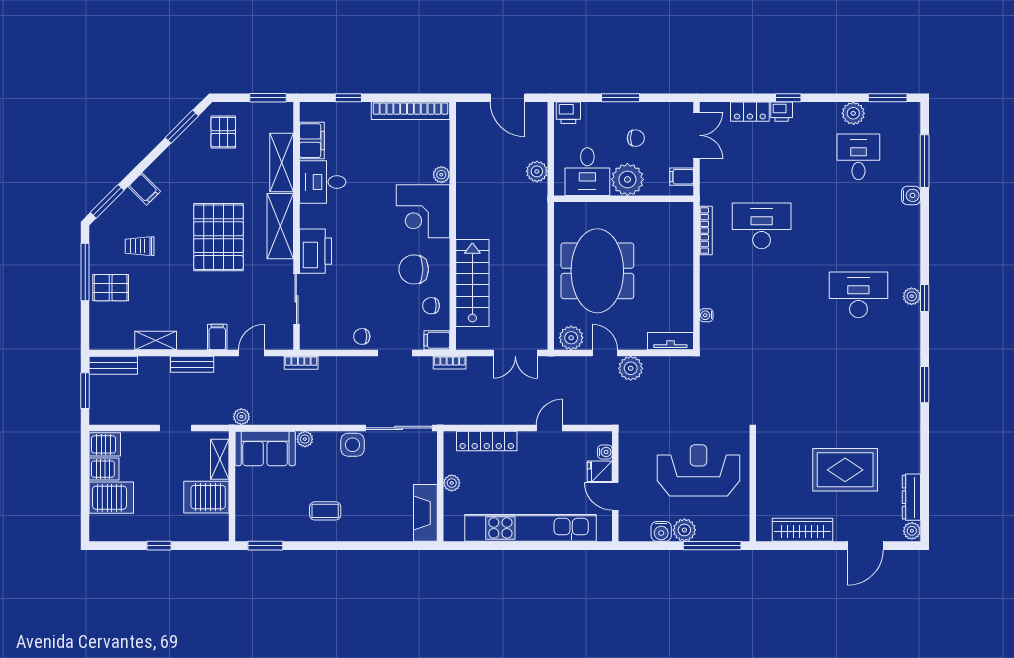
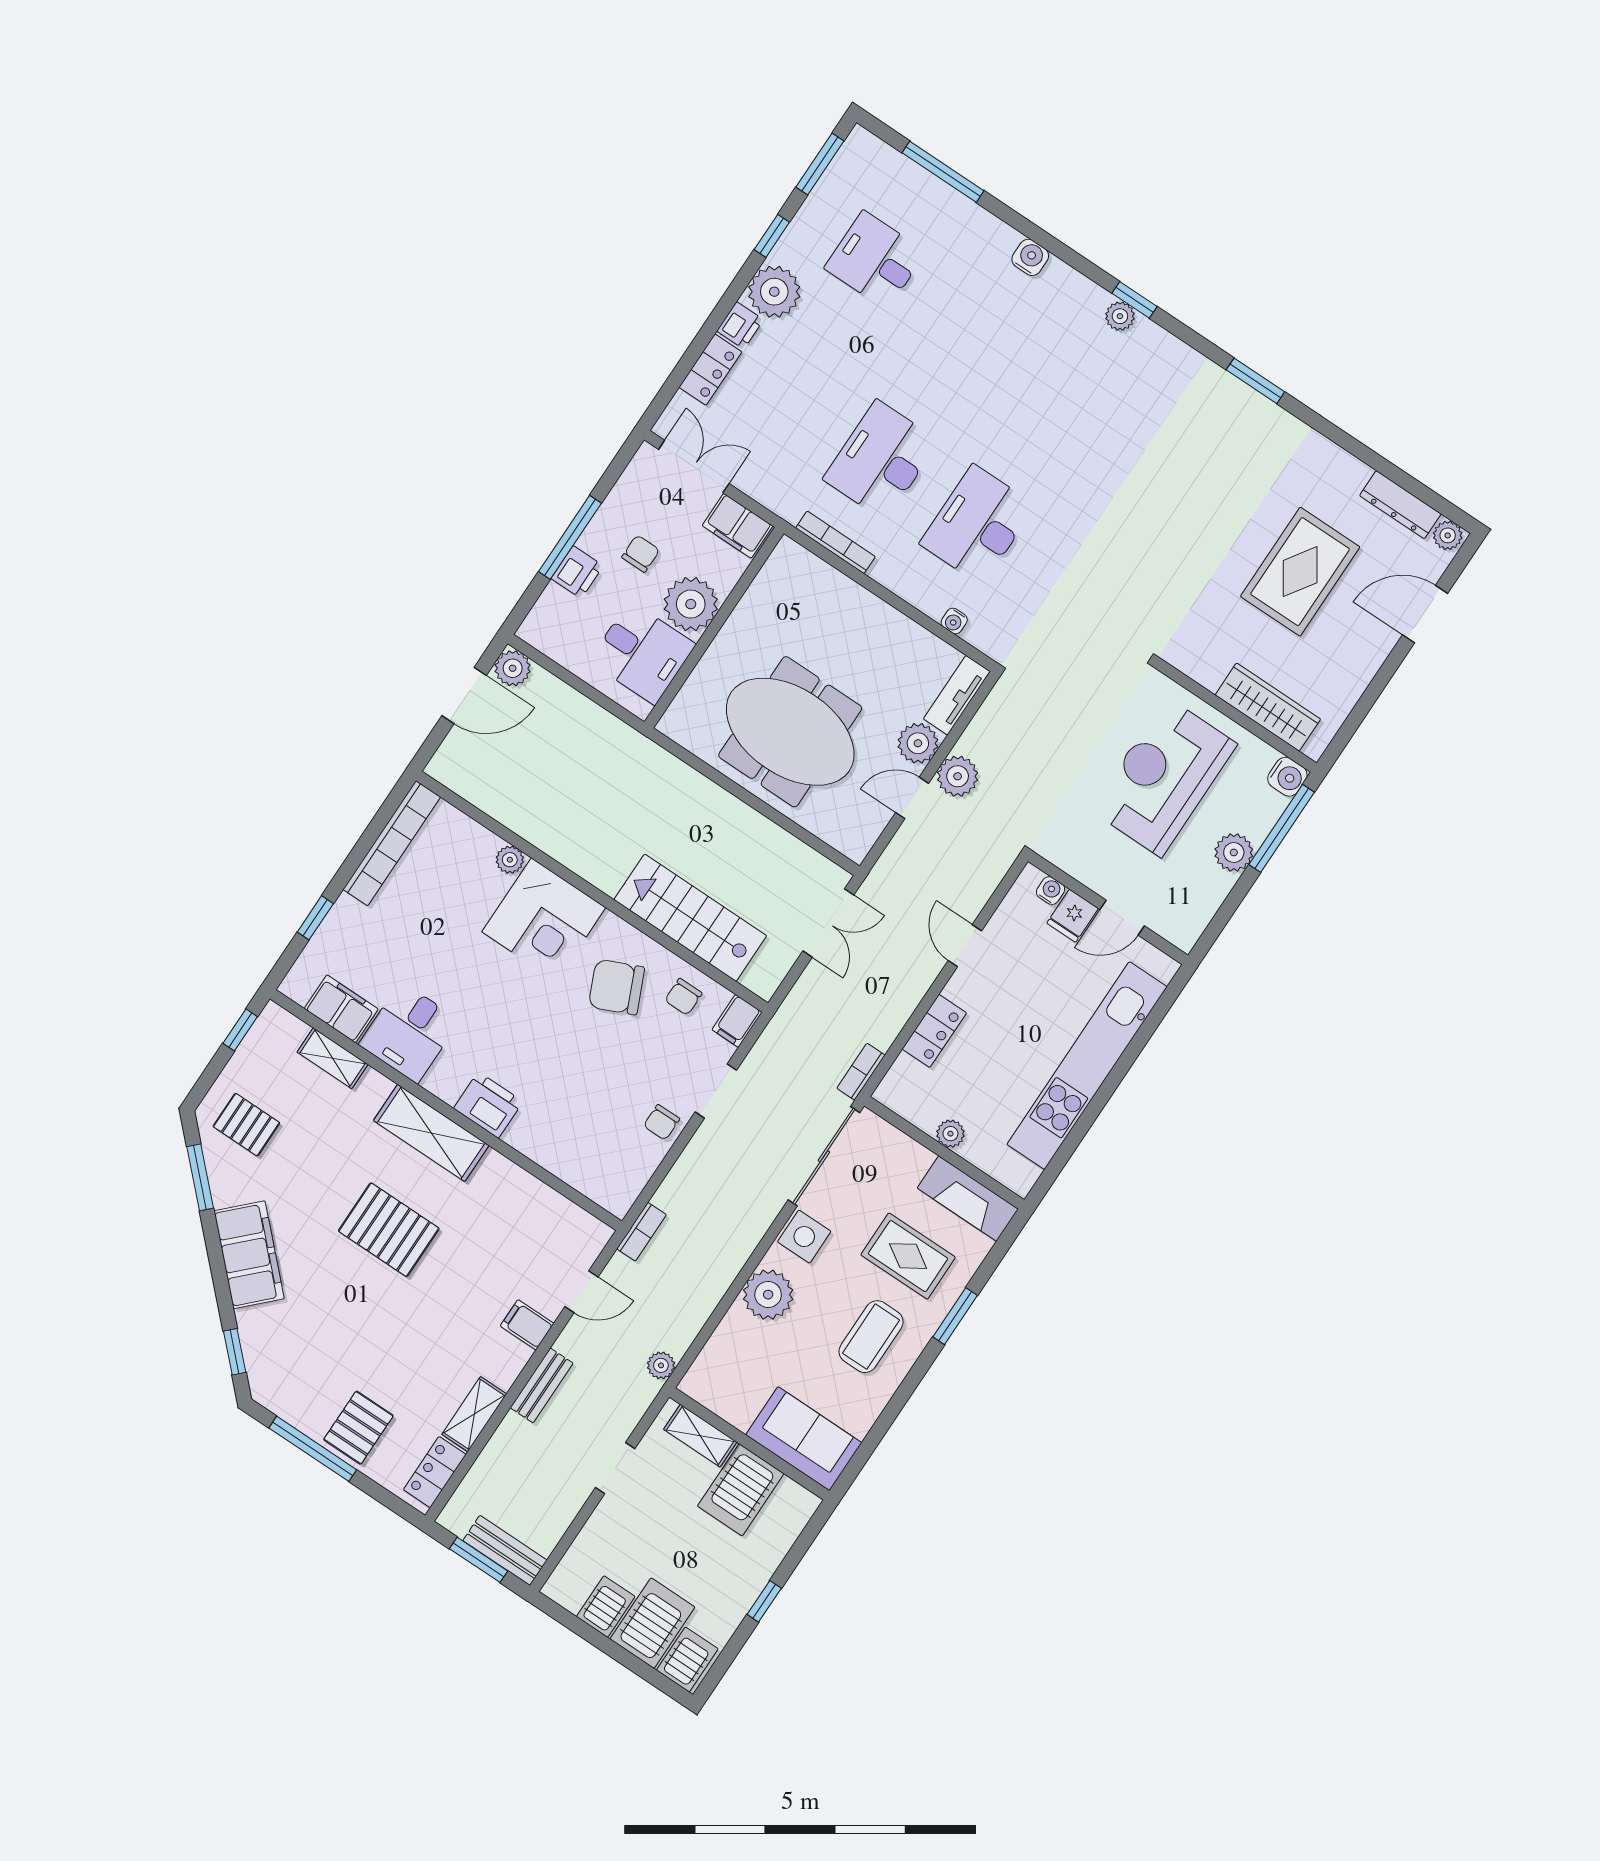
window: (268, 98) -> (240, 1030), width x0.67
window: (620, 98) -> (570, 537), width x1.44
window: (788, 98) -> (772, 236), moved
printer: (568, 113) -> (577, 572), moved
plant: (853, 113) -> (774, 292), moved, width x1.36, depth x1.36
shelving: (282, 162) -> (332, 1058), width x0.67, depth x0.75
plant: (537, 171) -> (513, 668), moved
filing cabinet: (682, 177) -> (738, 526), width x2.00
filing cabinet: (144, 189) -> (249, 1255), width x3.00, depth x1.17
water cooler: (911, 195) -> (1030, 257), moved
window: (107, 201) -> (235, 1352), width x0.67
pallet: (218, 237) -> (389, 1230), width x0.73, depth x0.71
trolley: (140, 246) -> (328, 1348), removed
printer: (316, 251) -> (488, 1105), width x0.73, depth x0.84
chair: (414, 269) -> (616, 987), turned 66
desk: (858, 295) -> (978, 525), moved
sliding door: (296, 299) -> (548, 1178), removed
plant: (571, 338) -> (918, 743), moved
locker: (114, 340) -> (435, 1472), added
door: (252, 353) -> (581, 1292), swing flipped
bookcase: (450, 363) -> (861, 1072), moved, turned 180
bench: (113, 365) -> (505, 1550), moved, turned 90
plant: (305, 439) -> (768, 1295), width x1.88, depth x1.88
locker: (487, 441) -> (934, 1031), width x0.66
server rack: (105, 444) -> (687, 1659), moved
sofa: (265, 448) -> (804, 1439), moved, turned -90
rug: (377, 503) -> (908, 1256), added
coffee table: (325, 511) -> (871, 1337), width x1.36, depth x1.30
wardrobe: (802, 530) -> (1268, 707), moved, turned 90
water cooler: (661, 531) -> (1287, 777), moved
window: (265, 546) -> (955, 1316), moved
door: (865, 546) -> (1425, 614), swing flipped

